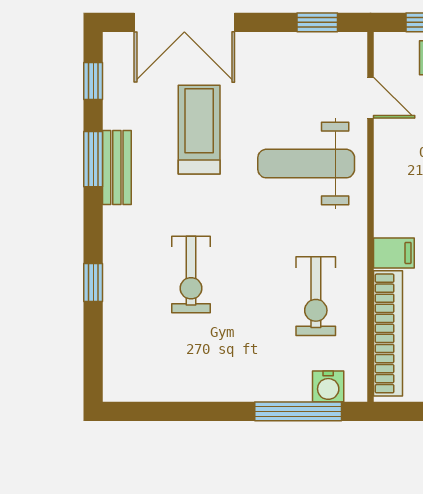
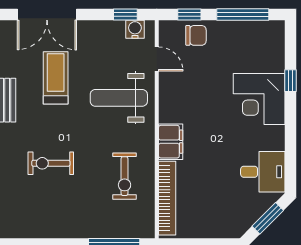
filing cabinet: (394, 253) -> (171, 142), width x2.00
exercise bike: (191, 274) -> (51, 163), turned 90
water cooler: (328, 386) -> (135, 29), moved, turned 180

